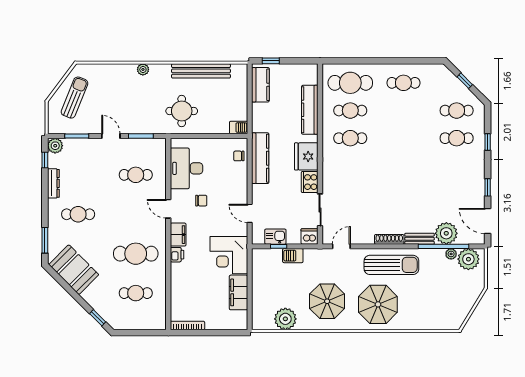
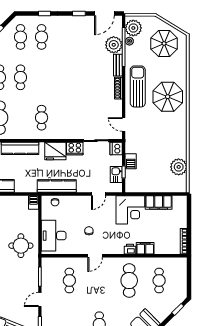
cafe table: (350, 111) -> (21, 77), moved
desk: (186, 168) -> (54, 236), moved, turned 90
filing cabinet: (178, 235) -> (145, 248), moved
parasol: (327, 301) -> (164, 43), moved

